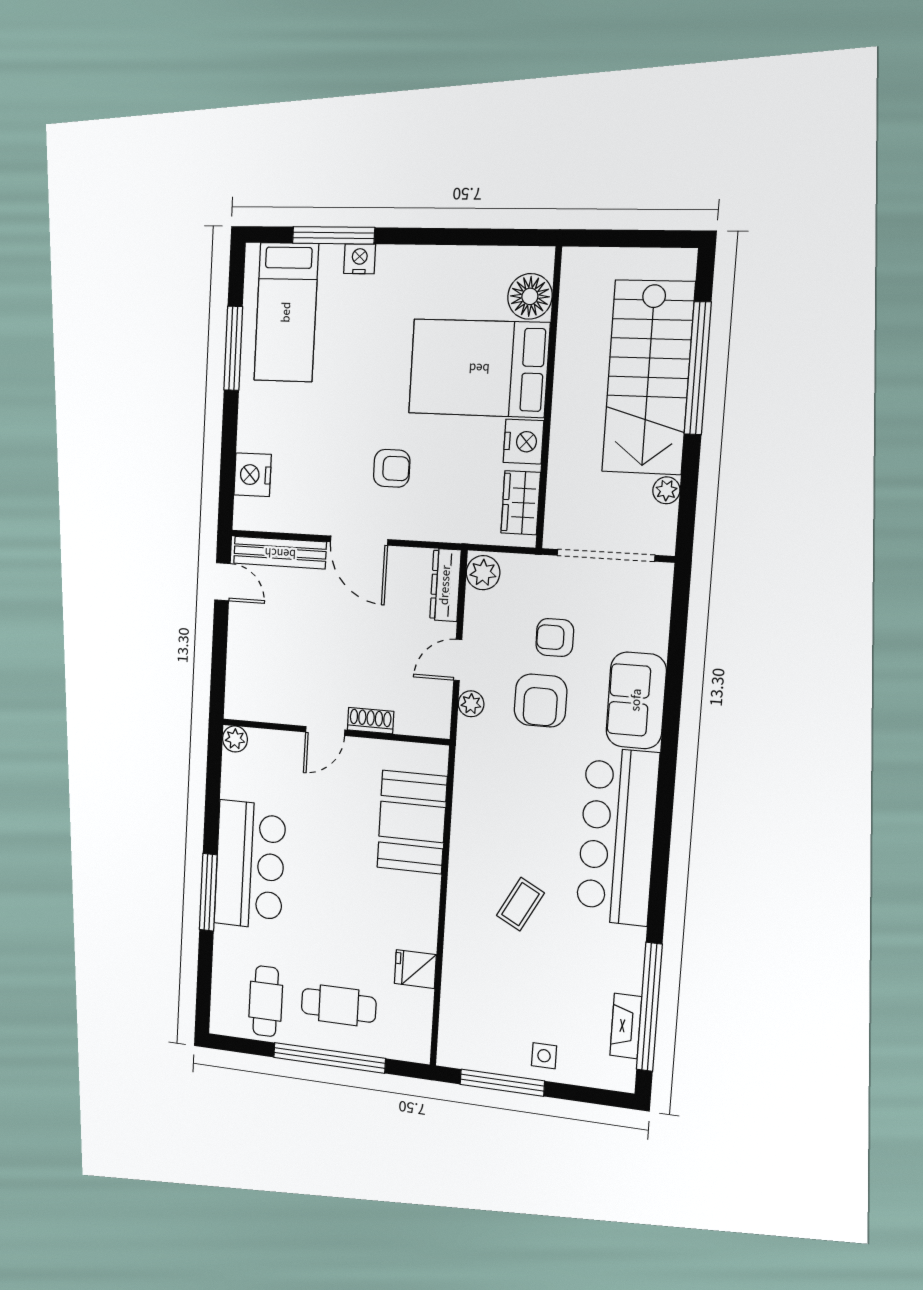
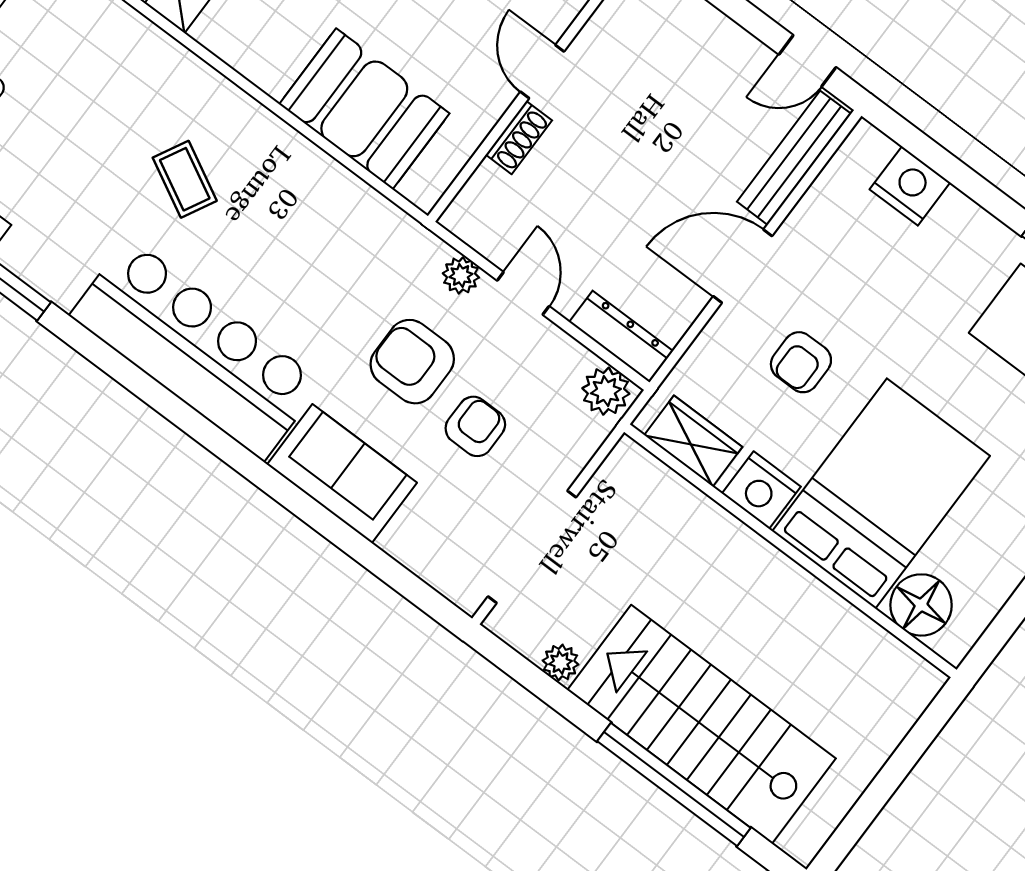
floor lamp: (530, 296) -> (921, 605), moved
bed: (479, 368) -> (881, 494), moved
wall: (549, 399) -> (790, 551), moved
nightstand: (523, 442) -> (761, 490), moved
wardrobe: (521, 503) -> (693, 441), moved

